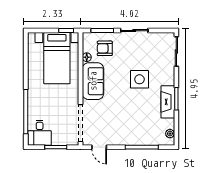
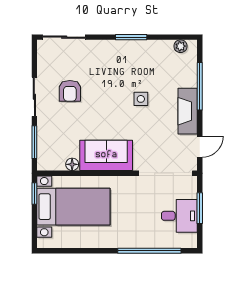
armchair: (105, 48) -> (70, 91), moved
side table: (139, 79) -> (141, 99), moved, width x0.54, depth x0.54
fireplace: (168, 102) -> (188, 111), moved, turned 90
desk: (40, 133) -> (179, 216), moved

